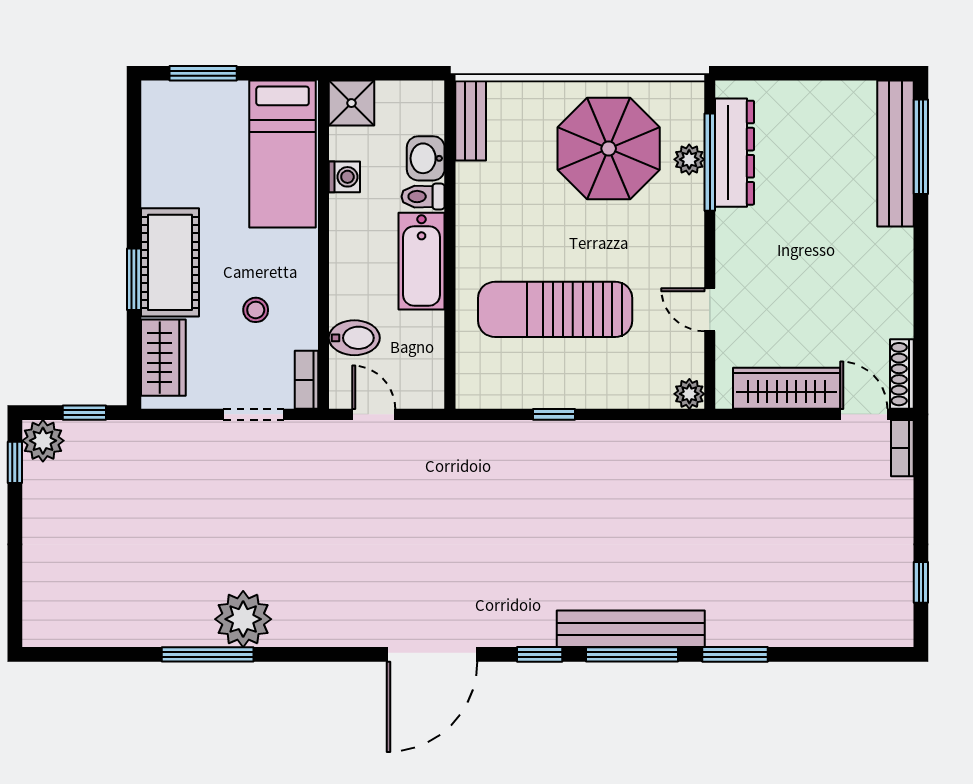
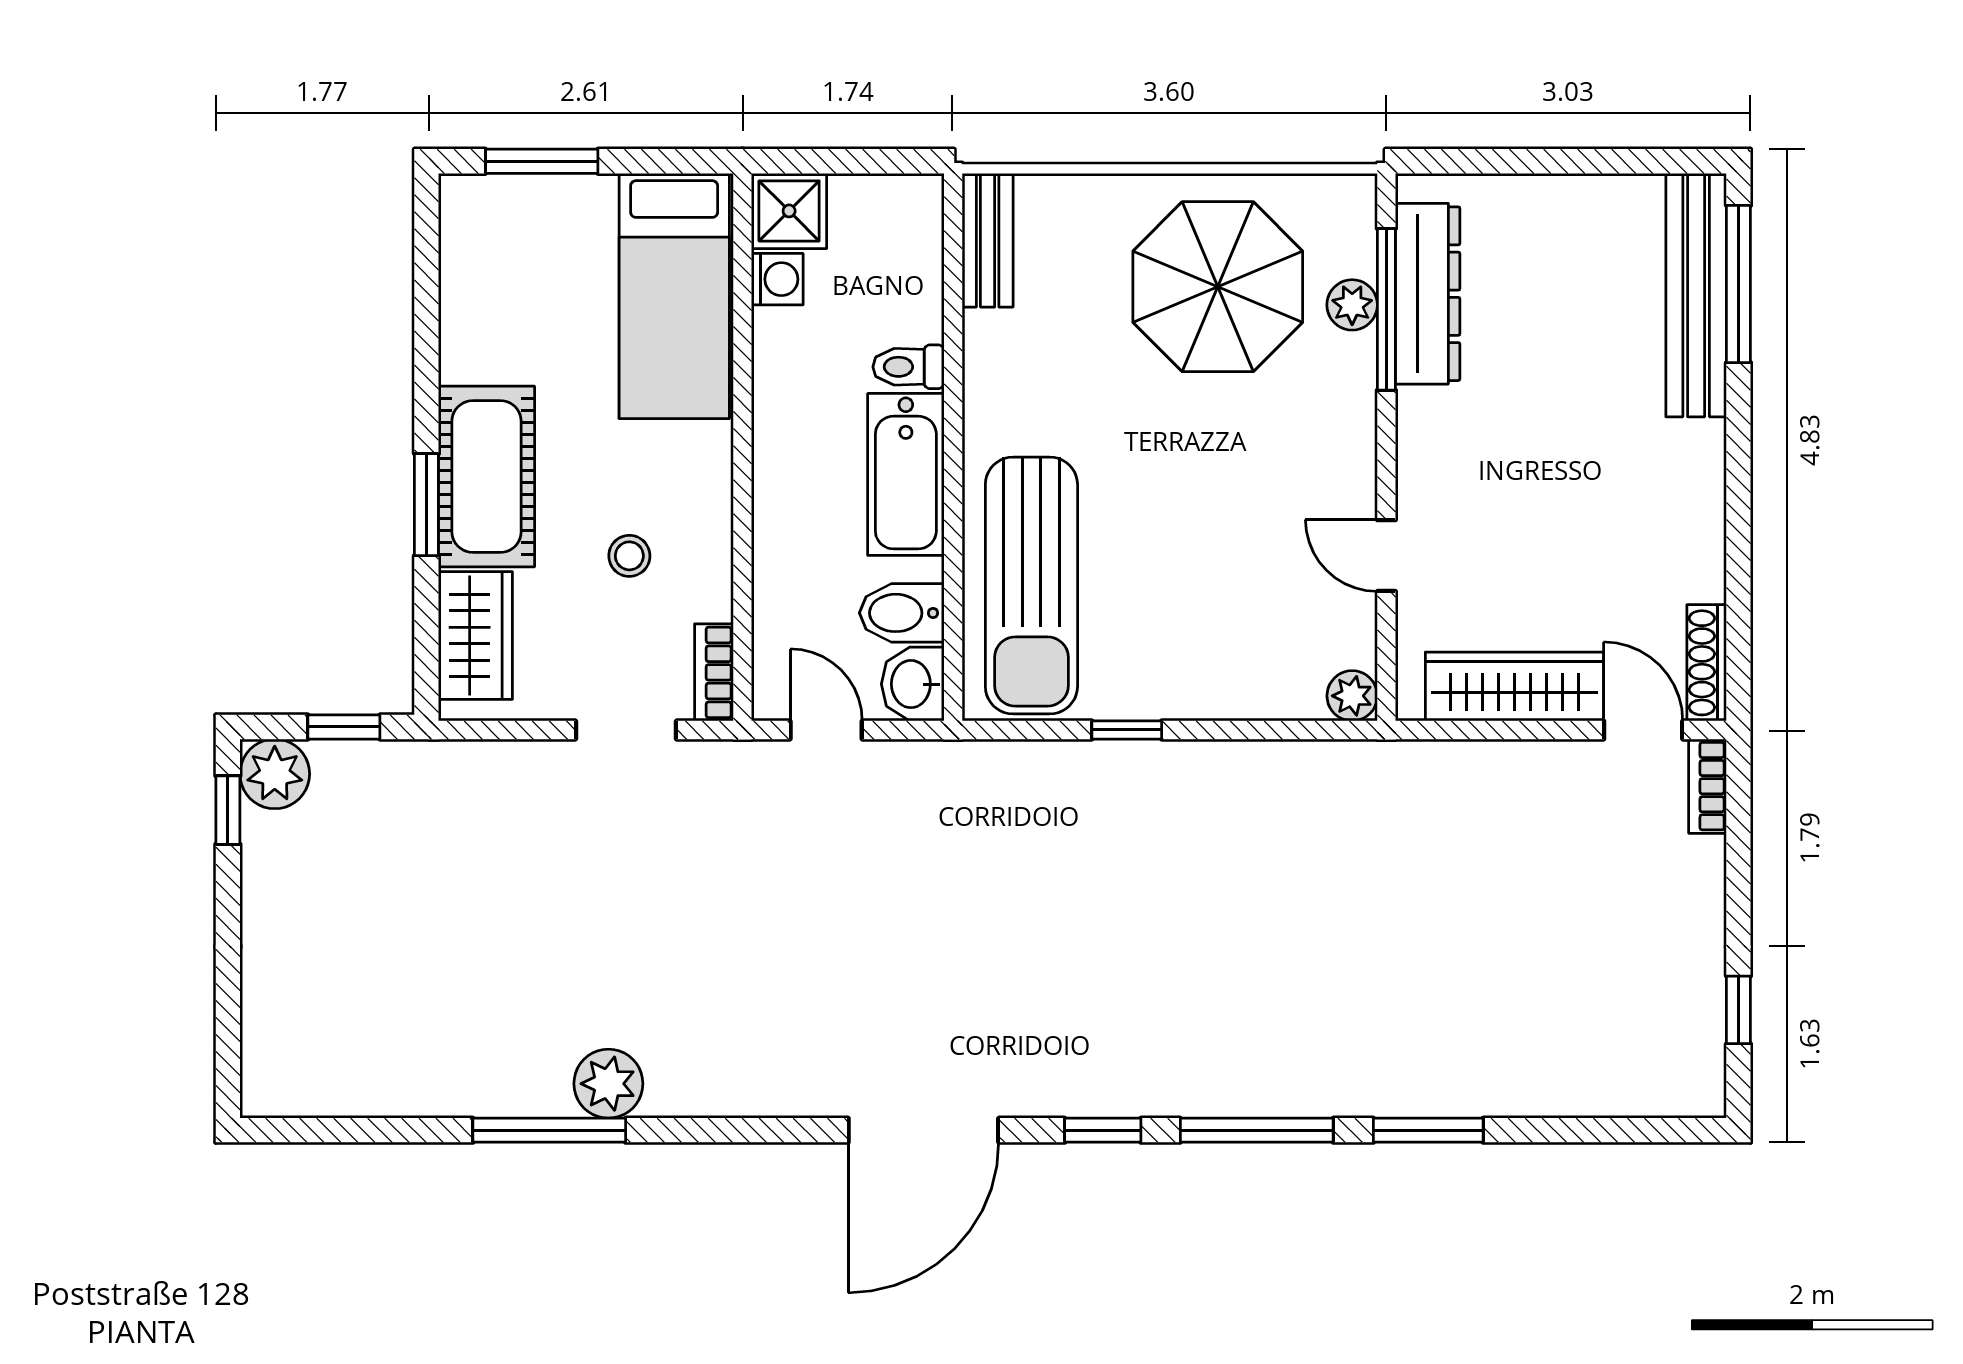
washbasin: (426, 158) -> (913, 684), moved
washing machine: (344, 177) -> (777, 279), moved
sun lounger: (555, 309) -> (1031, 585), moved, turned -90
bidet: (354, 338) -> (902, 613), moved, turned 180
plant: (243, 619) -> (608, 1084), width x0.73, depth x0.73
bench: (631, 629) -> (1255, 1087), removed

